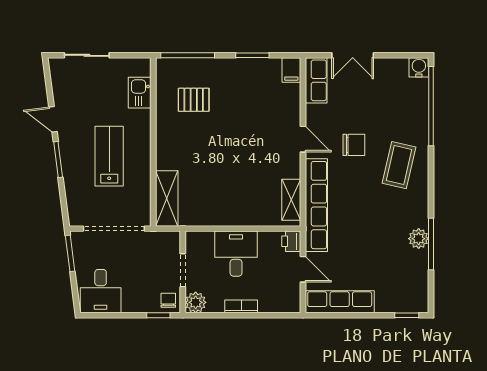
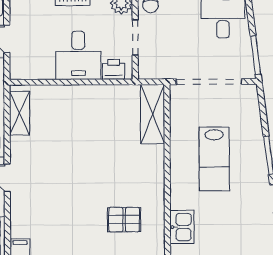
printer: (291, 241) -> (114, 69), moved, turned -90

